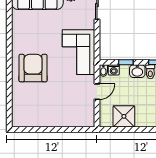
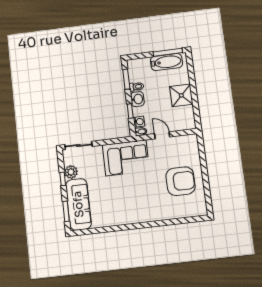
armchair: (33, 68) -> (181, 181), moved, turned 180
shower: (124, 116) -> (181, 95), moved

